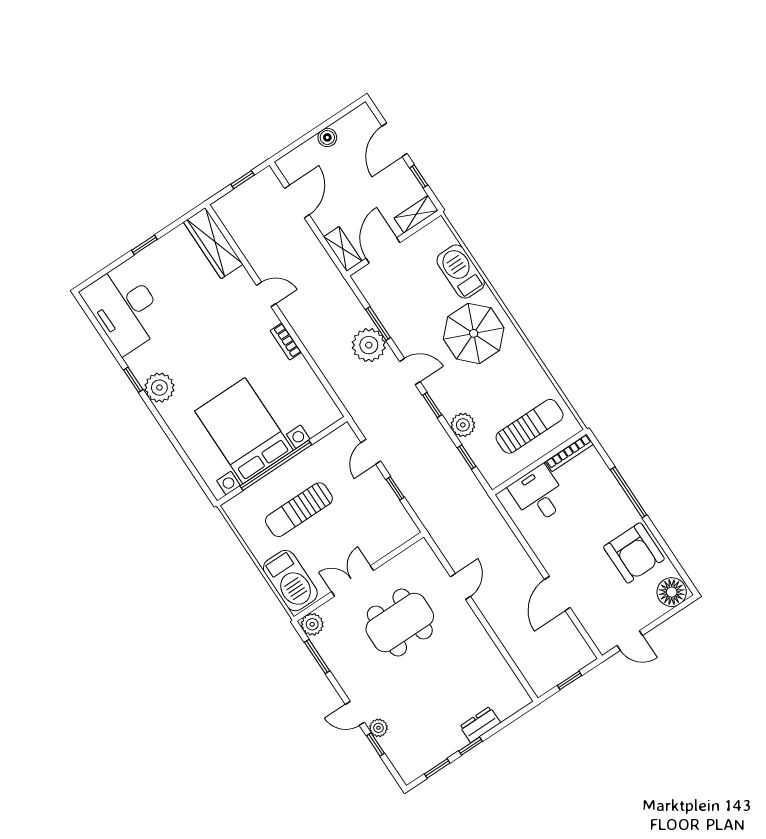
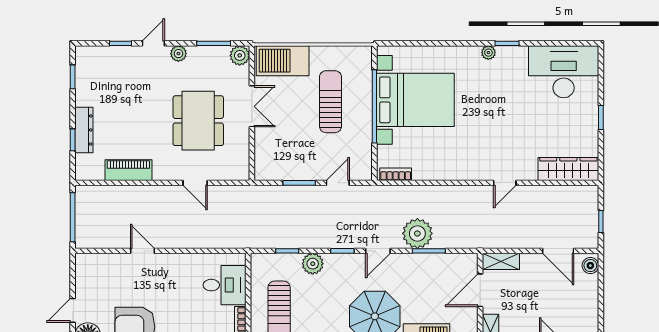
boiler: (327, 137) -> (590, 266), moved
door: (383, 250) -> (480, 290), swing flipped
bookcase: (286, 341) -> (396, 174), moved
plant: (159, 388) -> (488, 53), width x0.53, depth x0.53
door: (371, 452) -> (338, 183), hinge flipped
window: (395, 488) -> (299, 183), width x1.50
door: (557, 594) -> (143, 251), width x0.73
door: (630, 640) -> (73, 310), moved
piano: (490, 657) -> (128, 170), added
window: (570, 680) -> (73, 217), width x2.17
dresser: (480, 725) -> (84, 130), width x1.44
plant: (378, 728) -> (178, 54), moved
window: (471, 746) -> (73, 140), moved

